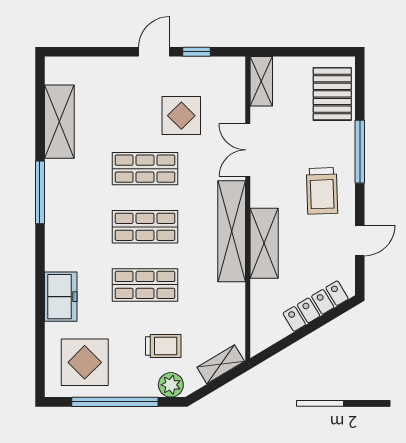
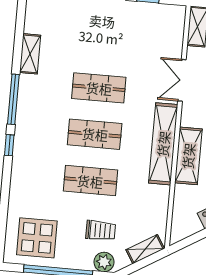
display table: (181, 116) -> (131, 48), removed
shelving: (59, 122) -> (30, 54), width x0.67, depth x0.75
window: (40, 250) -> (9, 145), added
freezer: (61, 297) -> (23, 184), removed

